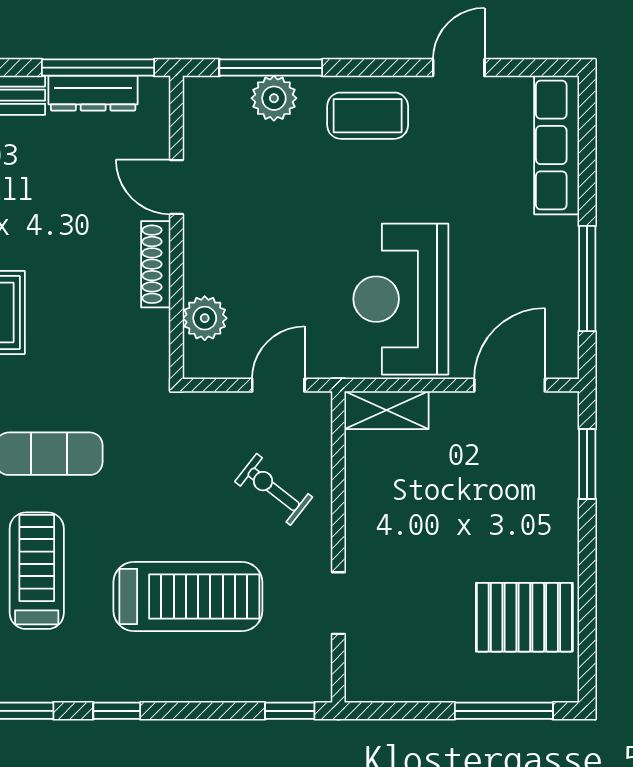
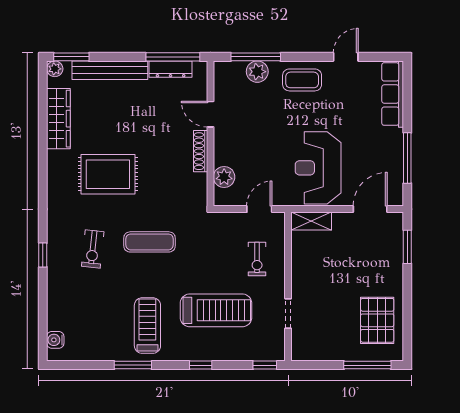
exercise bike: (274, 489) -> (257, 259), turned -128
treadmill: (37, 571) -> (147, 326), moved
pallet: (524, 617) -> (377, 320), turned 90
window: (117, 711) -> (201, 365), moved

